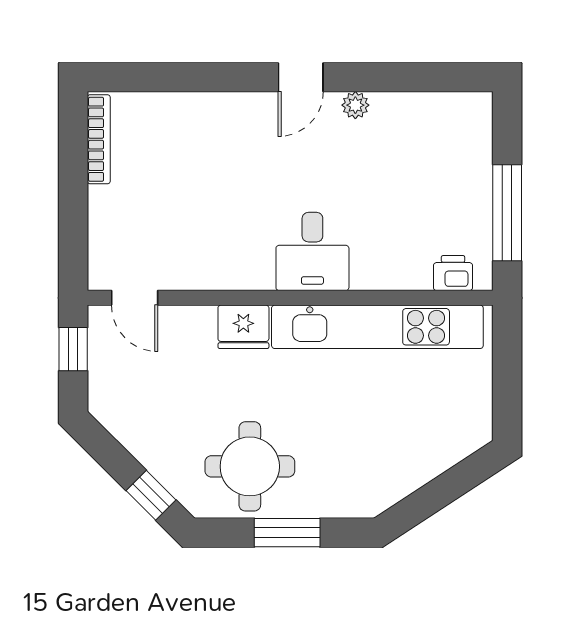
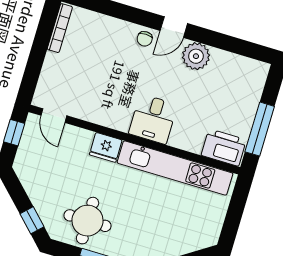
plant: (355, 105) -> (196, 56), width x1.88, depth x1.88
chair: (255, 113) -> (145, 39), added
printer: (453, 273) -> (224, 147), width x1.87, depth x1.48

